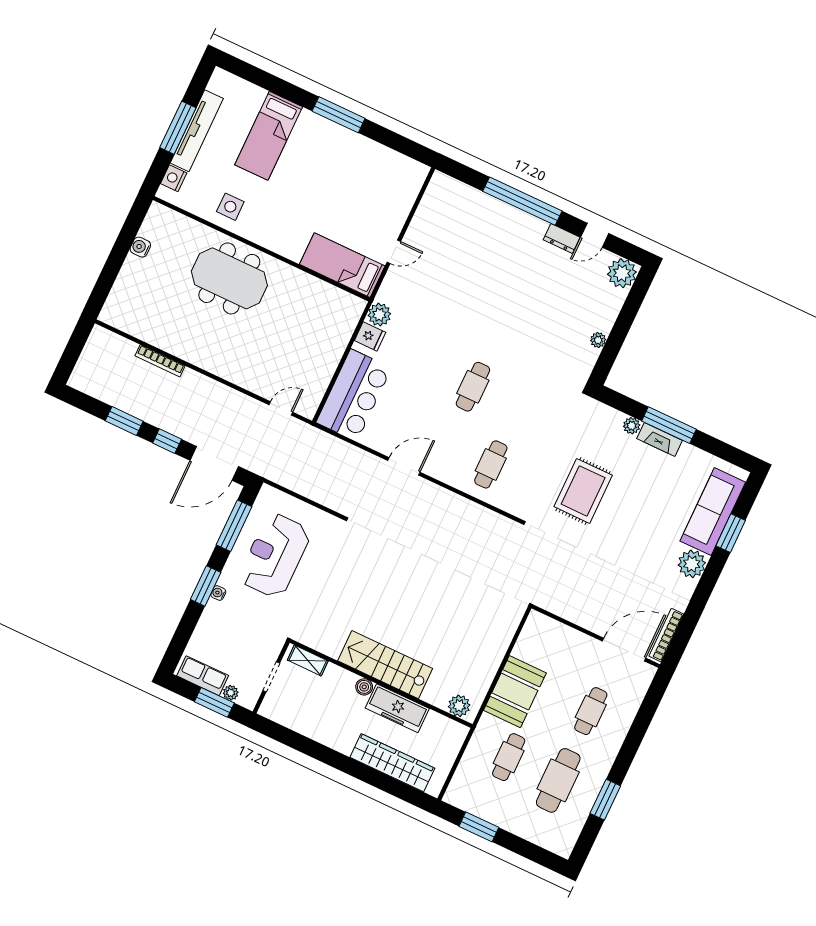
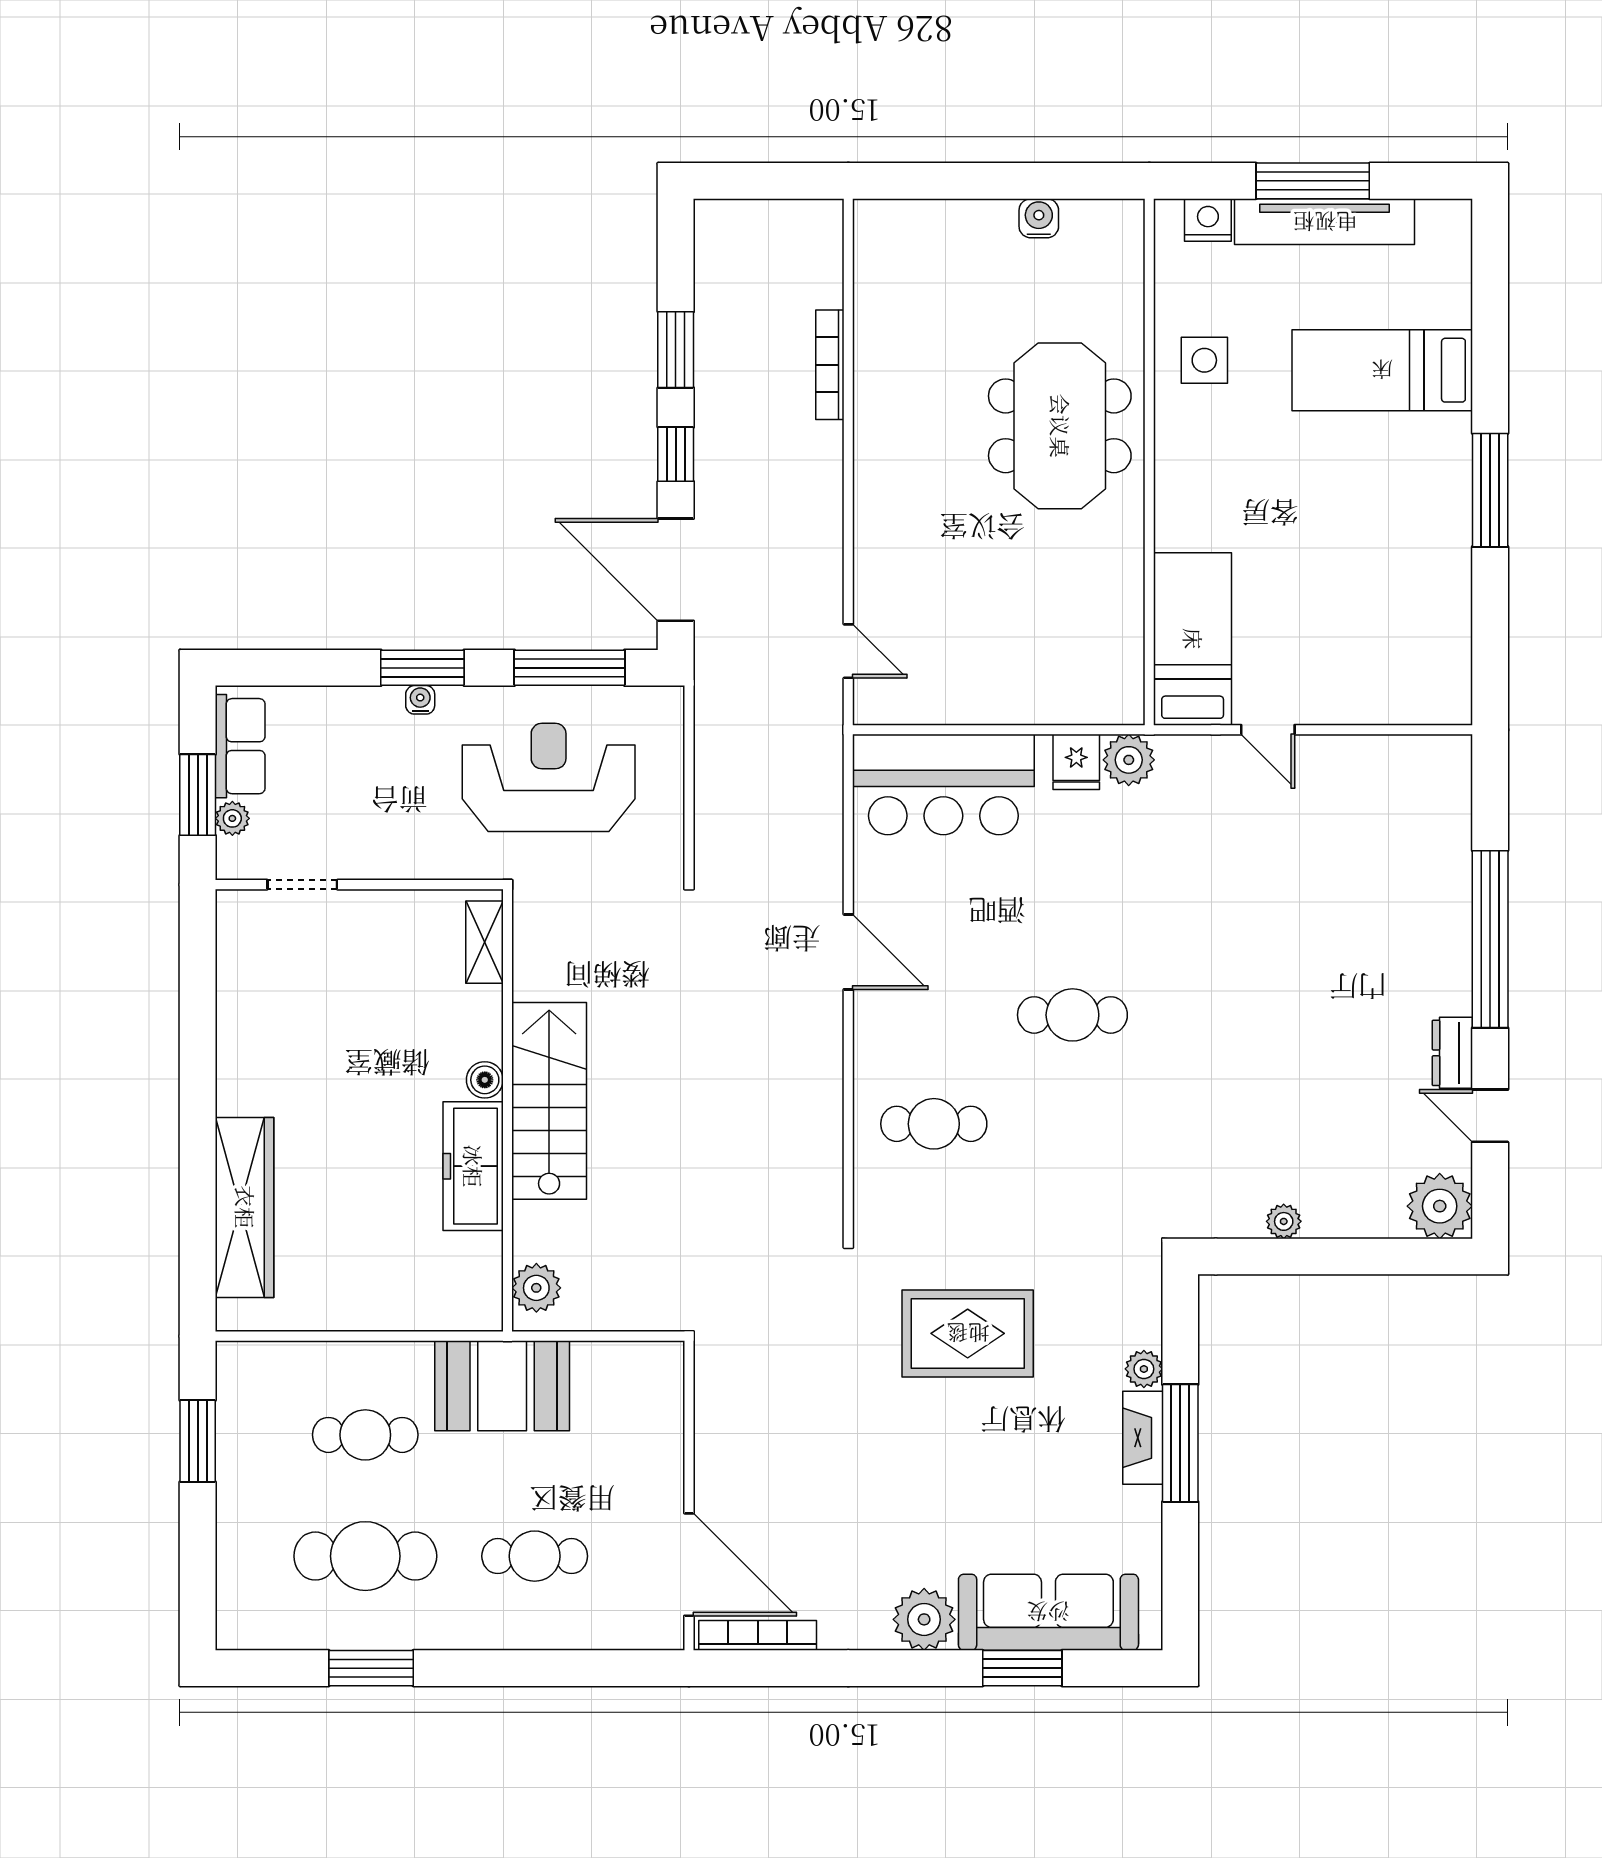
shelving: (308, 660) -> (484, 942), moved
stairs: (385, 665) -> (549, 1101), moved
wall: (381, 683) -> (507, 1110), moved
boiler: (364, 687) -> (485, 1080), moved
plant: (459, 706) -> (536, 1288), moved
freezer: (397, 708) -> (473, 1166), moved

